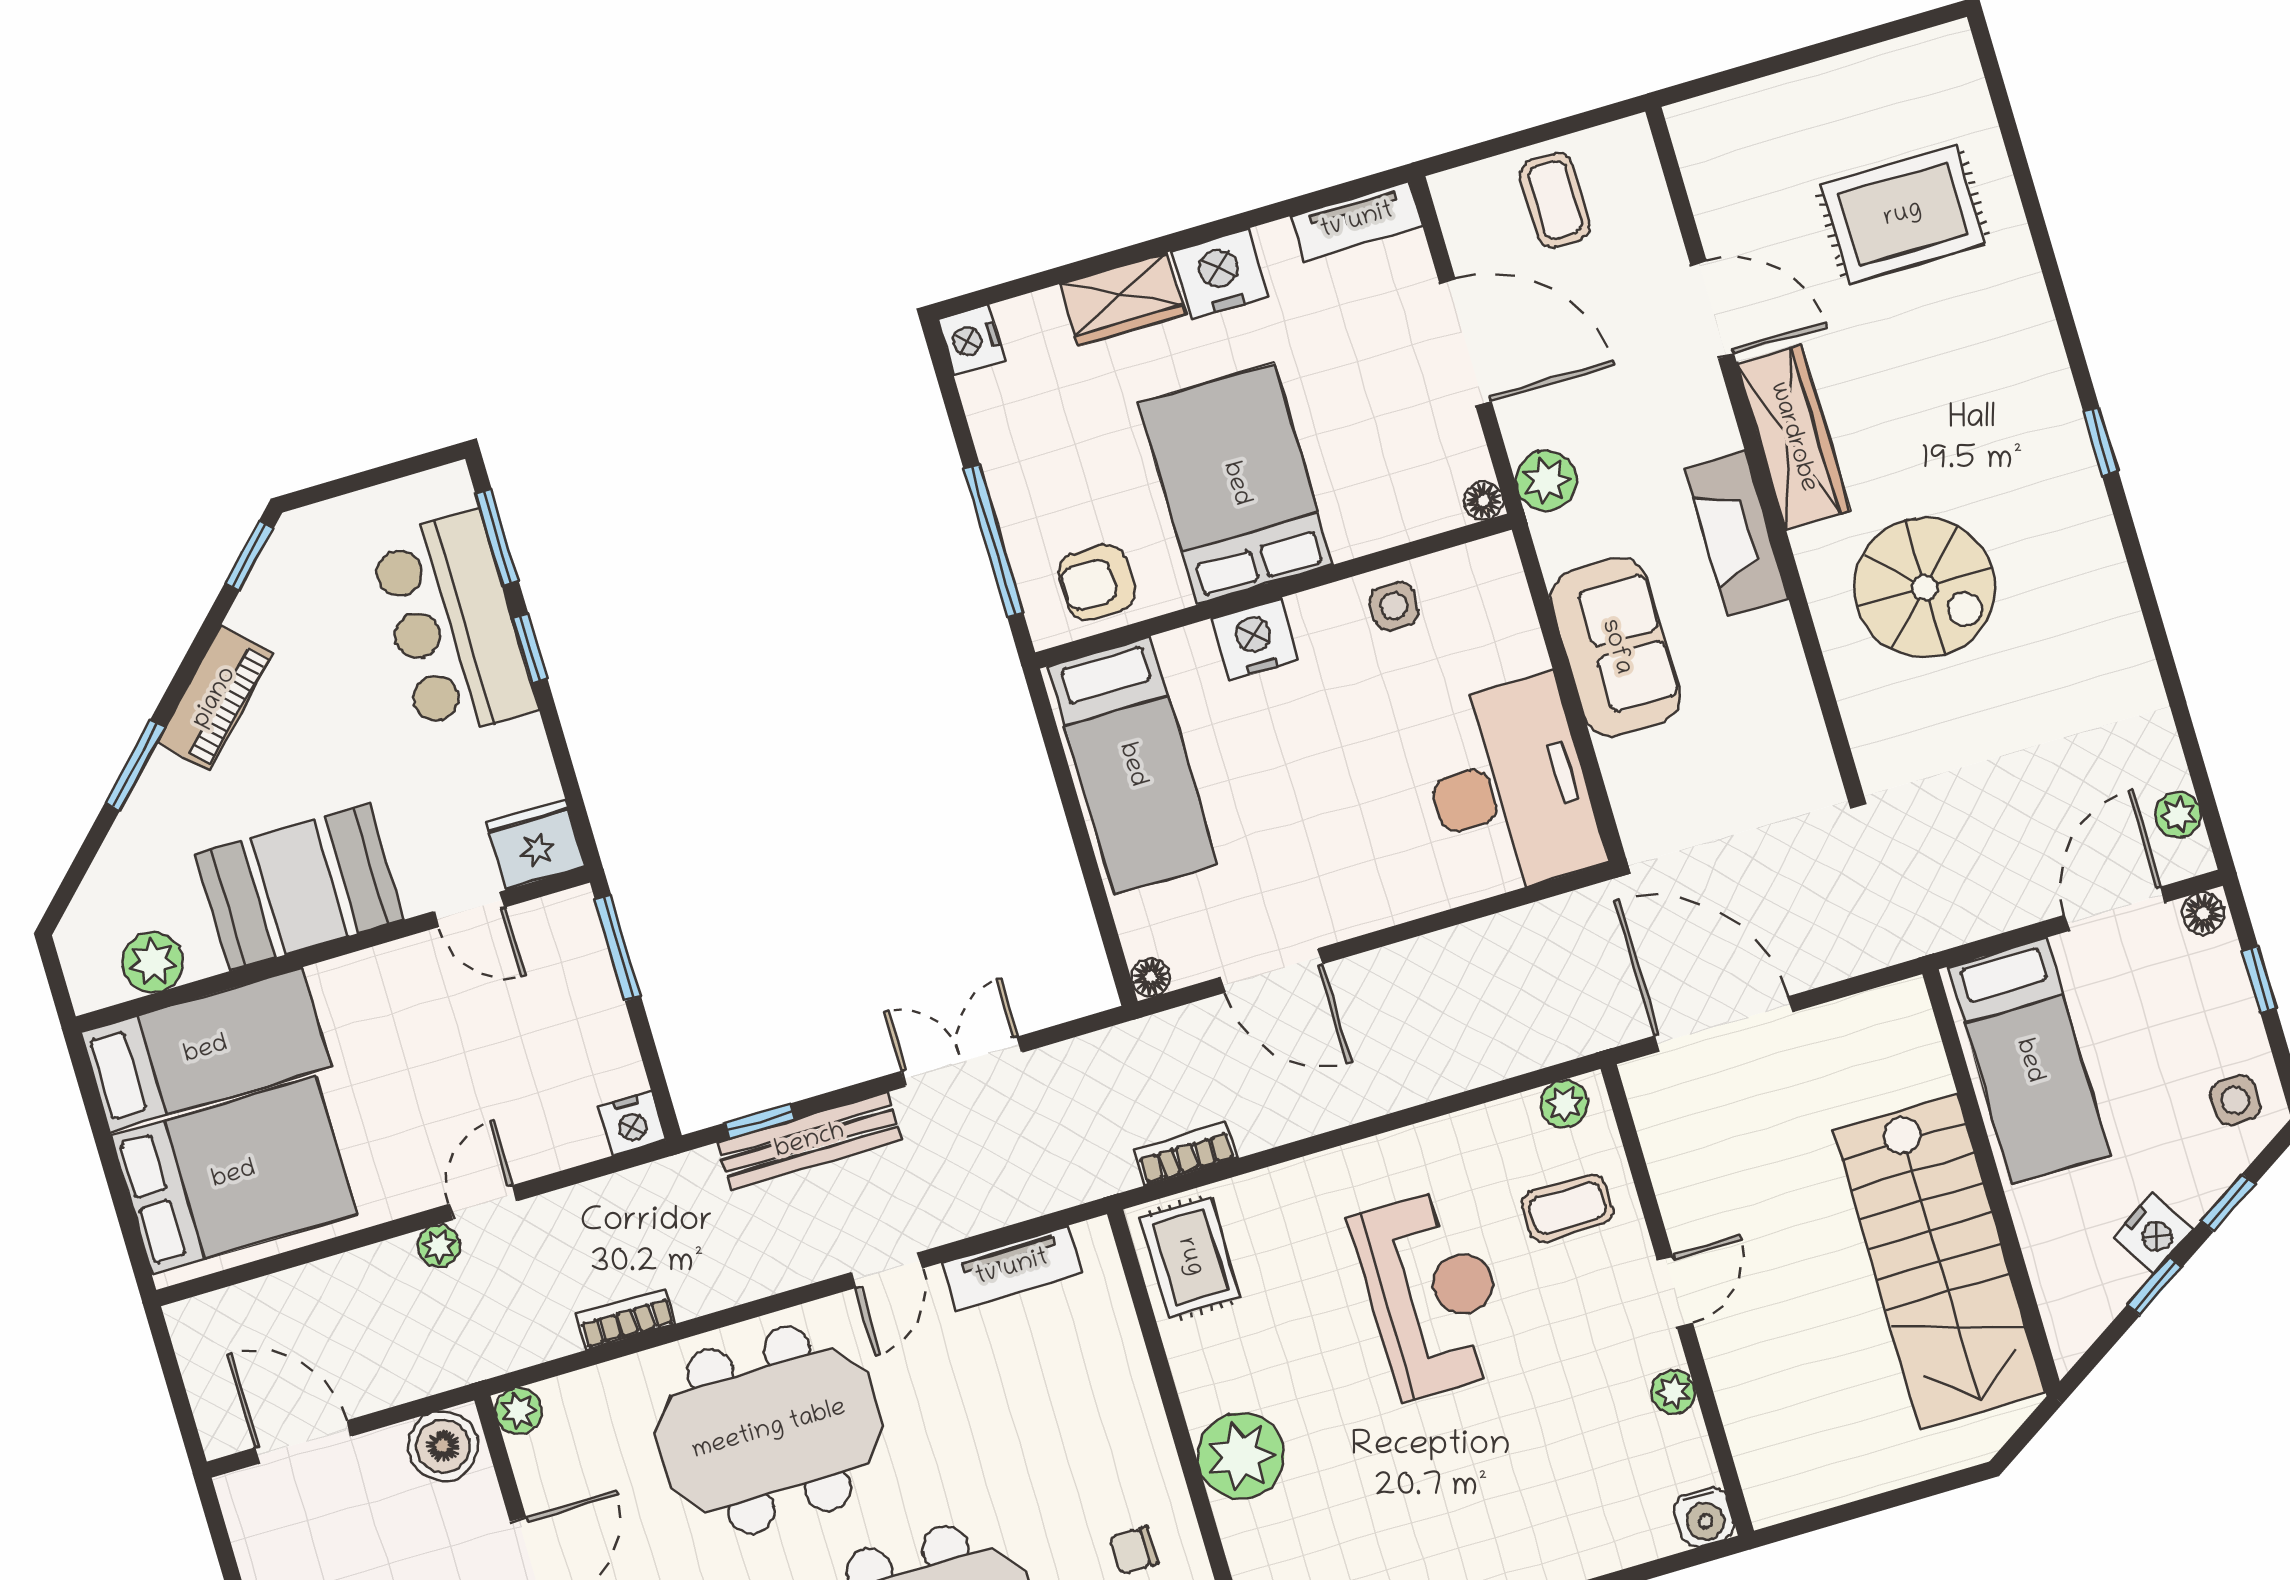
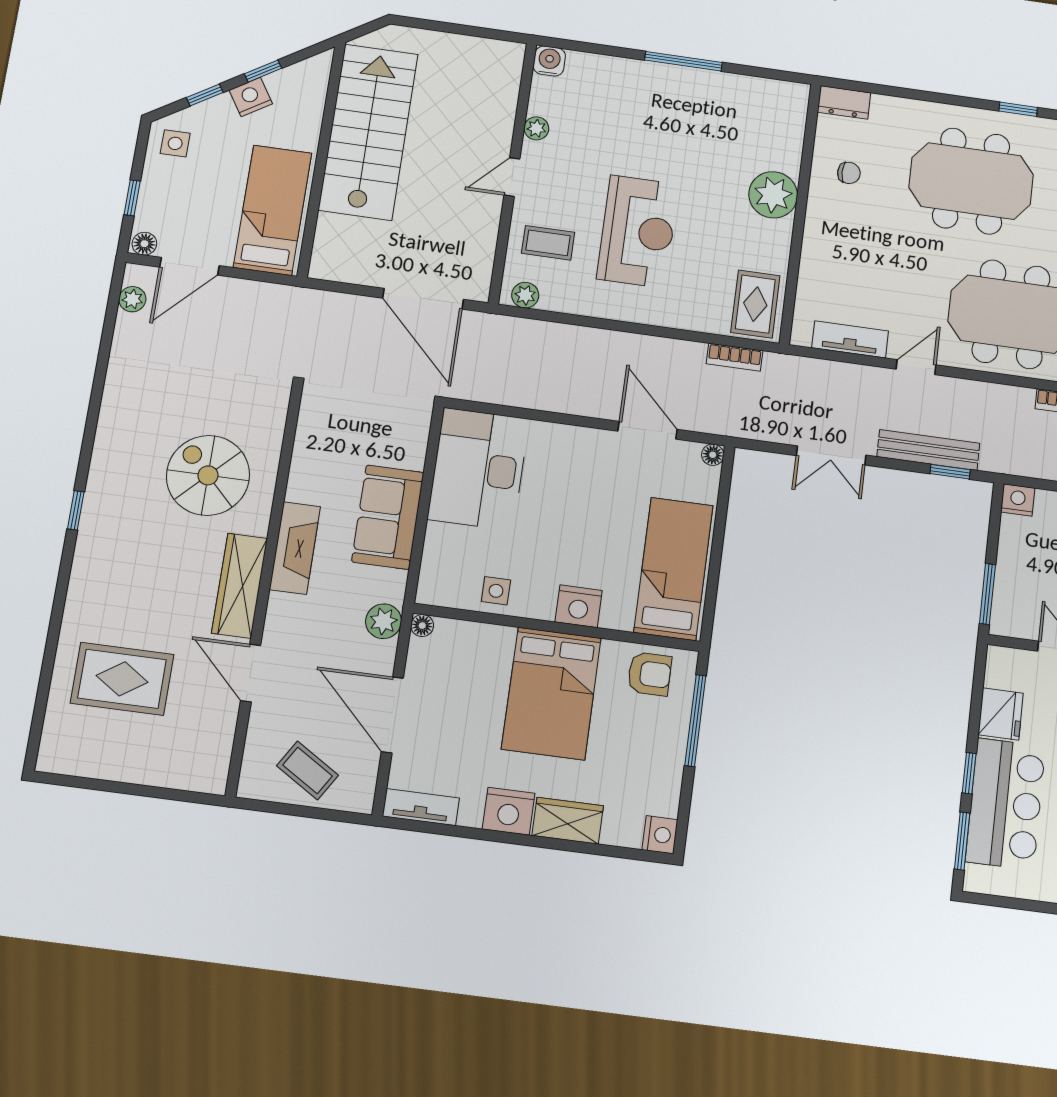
coffee table: (1555, 200) -> (307, 771), turned -58
fridge: (536, 844) -> (1001, 714), moved, turned -90
reception desk: (1432, 1293) -> (638, 231), turned 180

